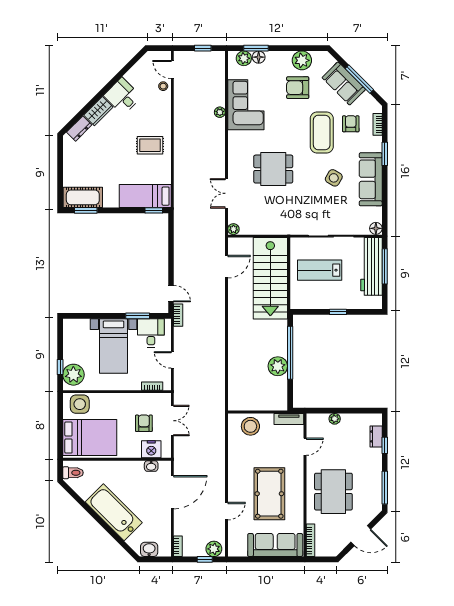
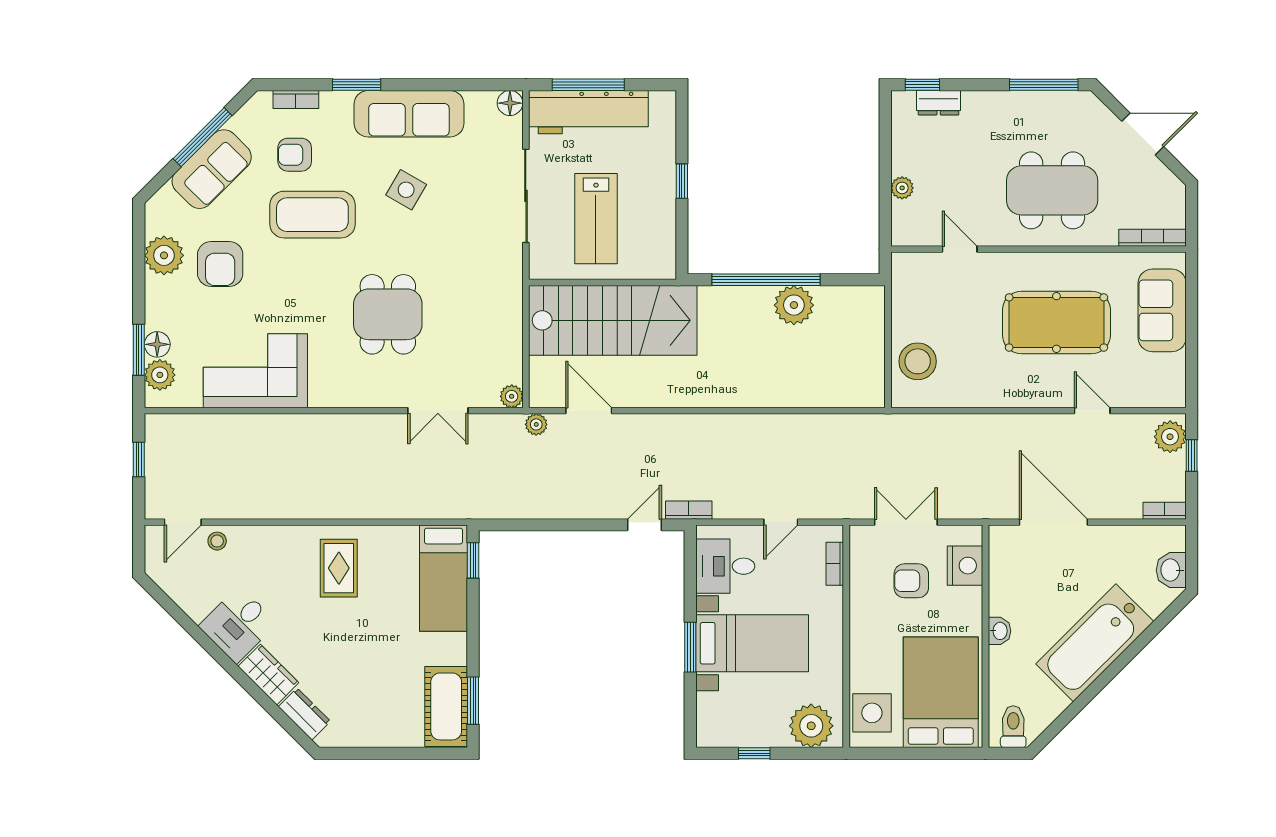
plant: (220, 112) -> (536, 424), moved
window: (138, 316) -> (690, 647), moved
window: (60, 367) -> (754, 753), moved
tv unit: (289, 419) -> (902, 282), removed
window: (385, 445) -> (922, 85), moved
washbasin: (151, 466) -> (999, 631), moved
door: (361, 536) -> (1143, 134), hinge flipped
sofa: (275, 545) -> (1162, 310), width x0.73

